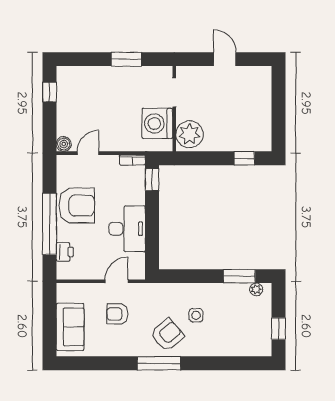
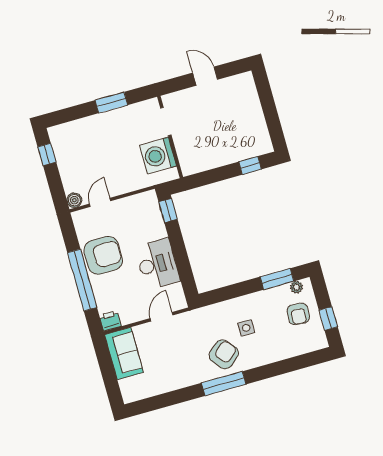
plant: (190, 134) -> (192, 157), removed
bookcase: (132, 160) -> (144, 197), removed
printer: (65, 252) -> (110, 321), moved, turned -90
armchair: (117, 314) -> (298, 314), moved, turned -86
sofa: (70, 327) -> (124, 353), moved

